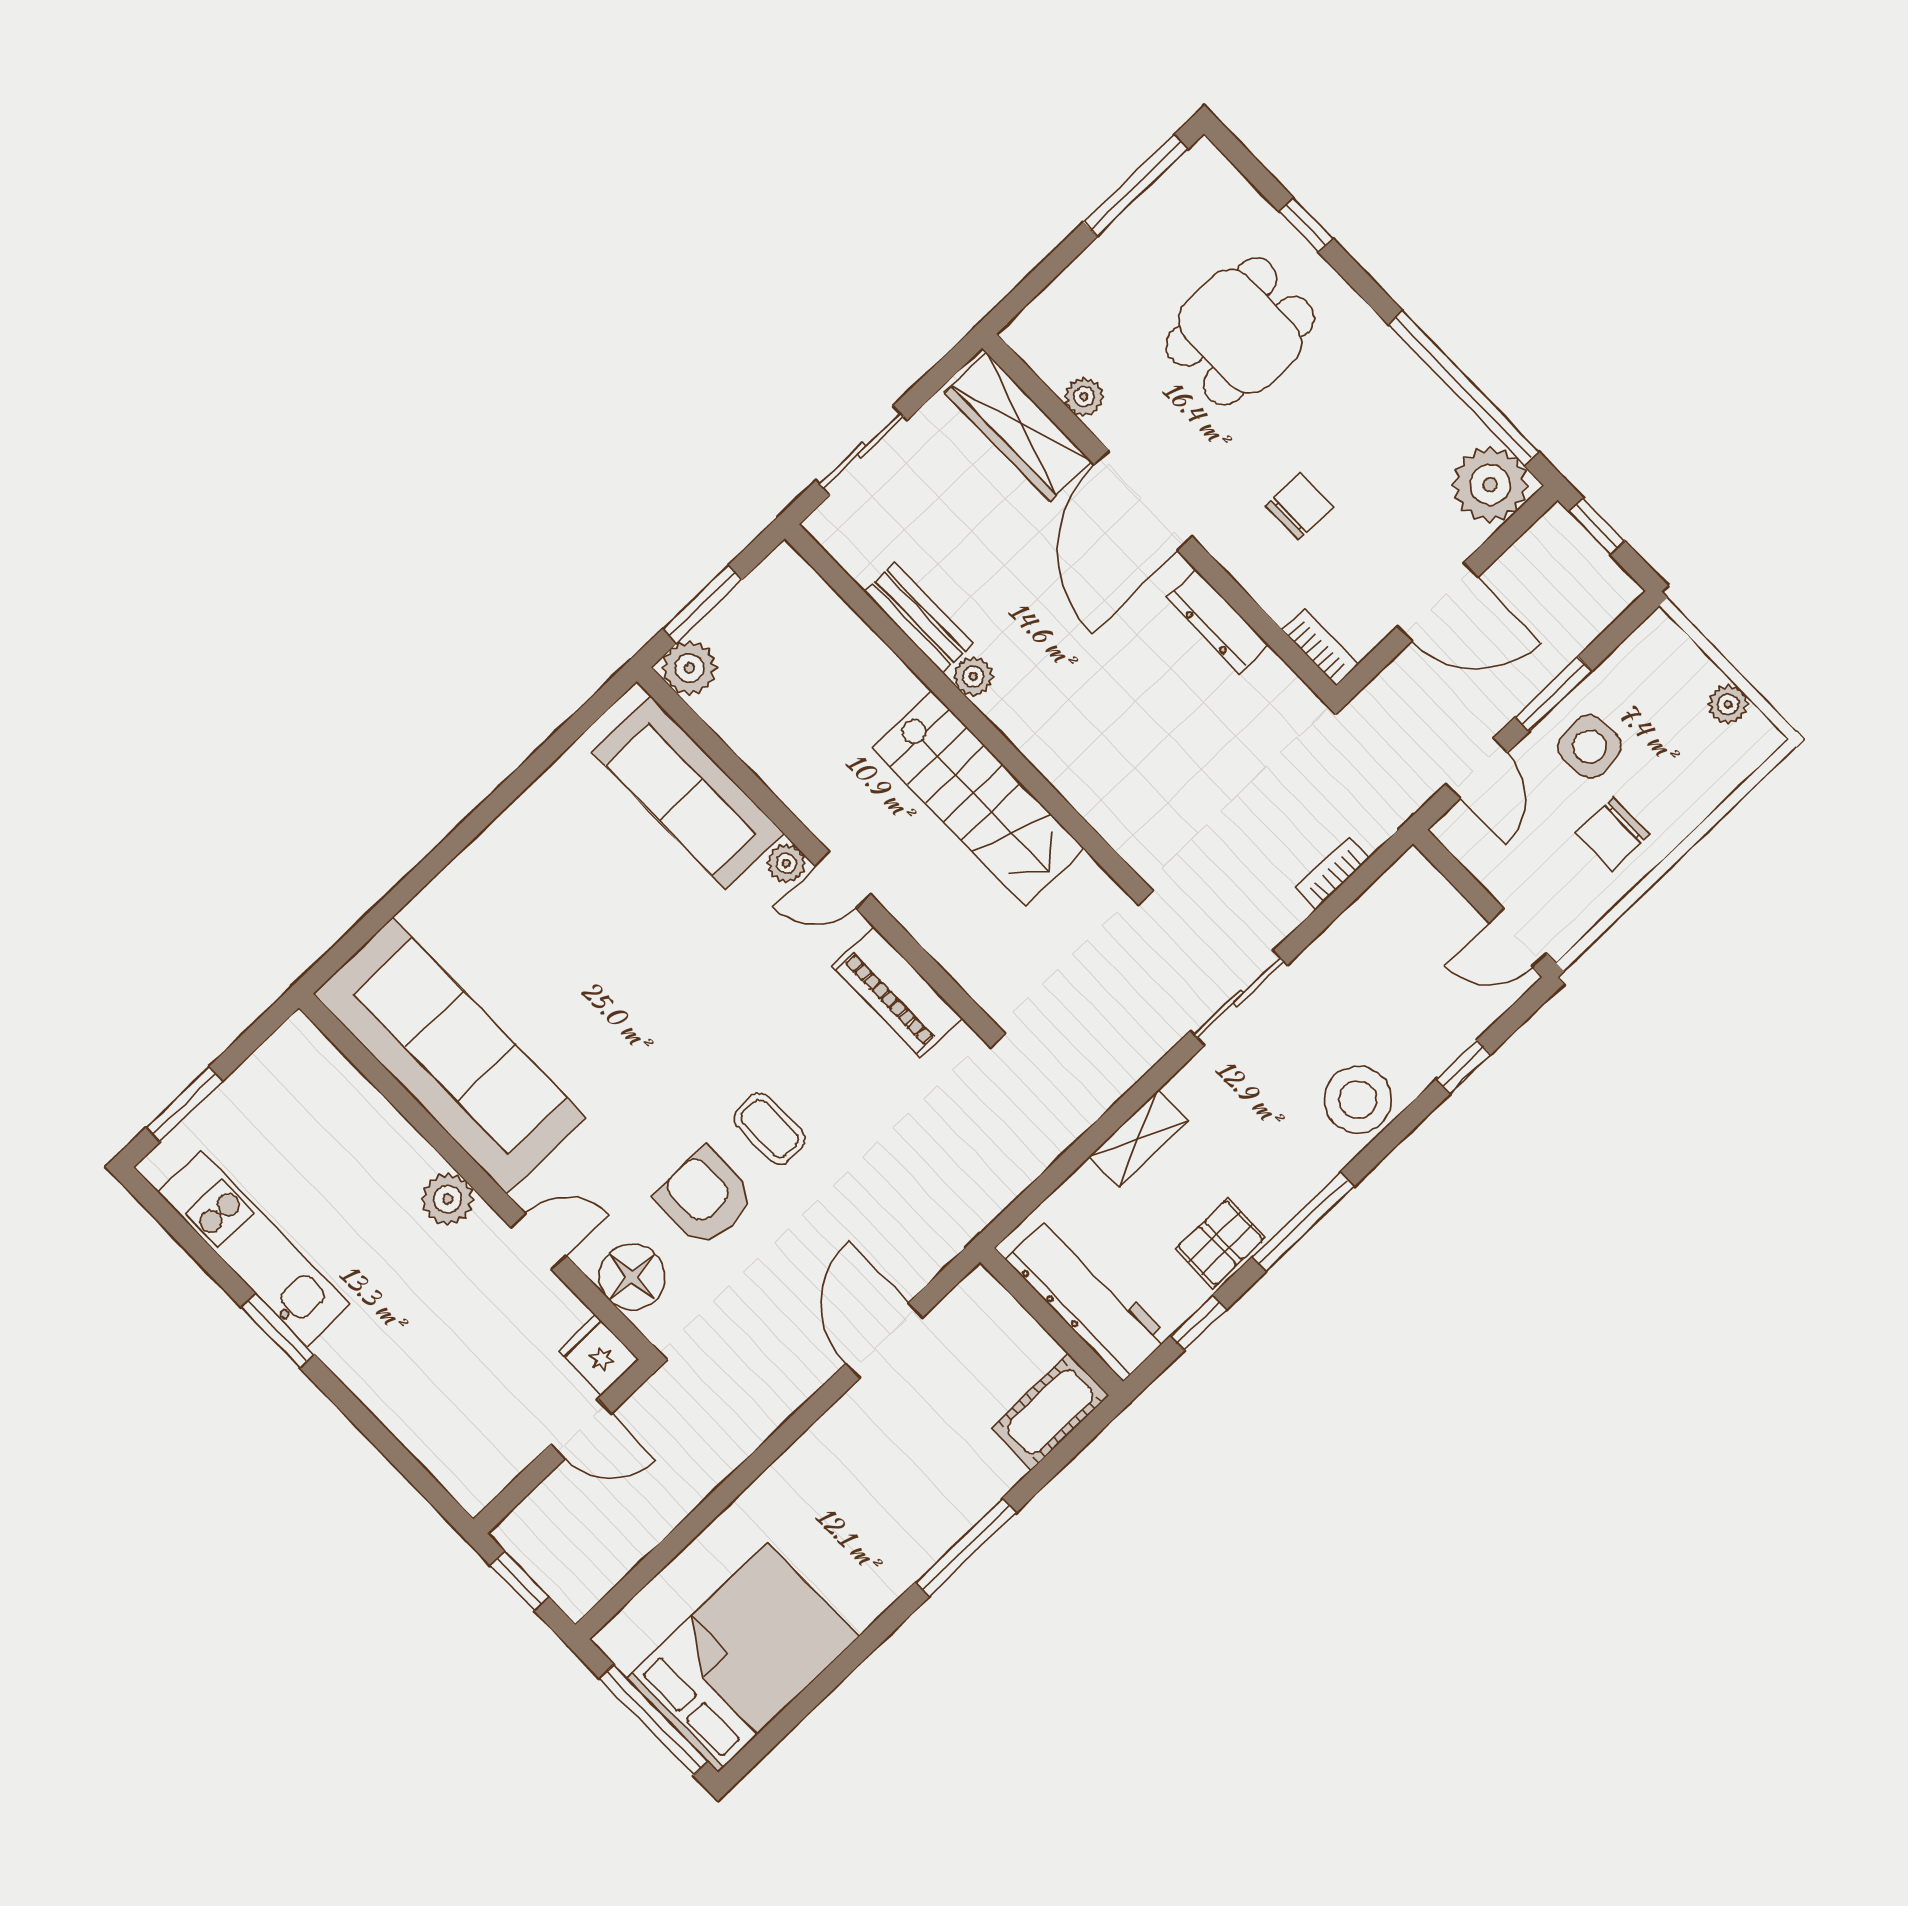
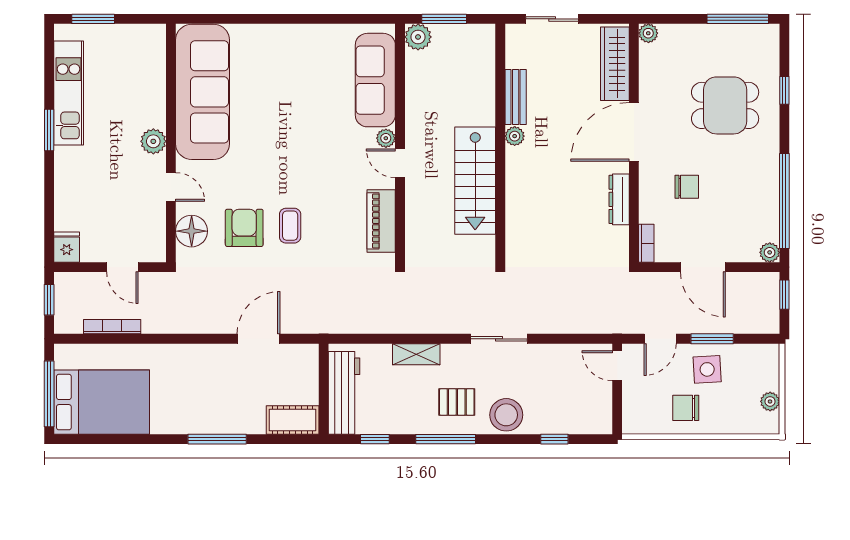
plant: (1084, 397) -> (648, 33), moved
plant: (1490, 485) -> (770, 252), width x0.53, depth x0.53
bookcase: (1332, 873) -> (112, 327), moved, width x1.56
door: (1518, 938) -> (617, 366), moved
pallet: (1221, 1243) -> (457, 402), moved
fridge: (598, 1355) -> (67, 247), moved

